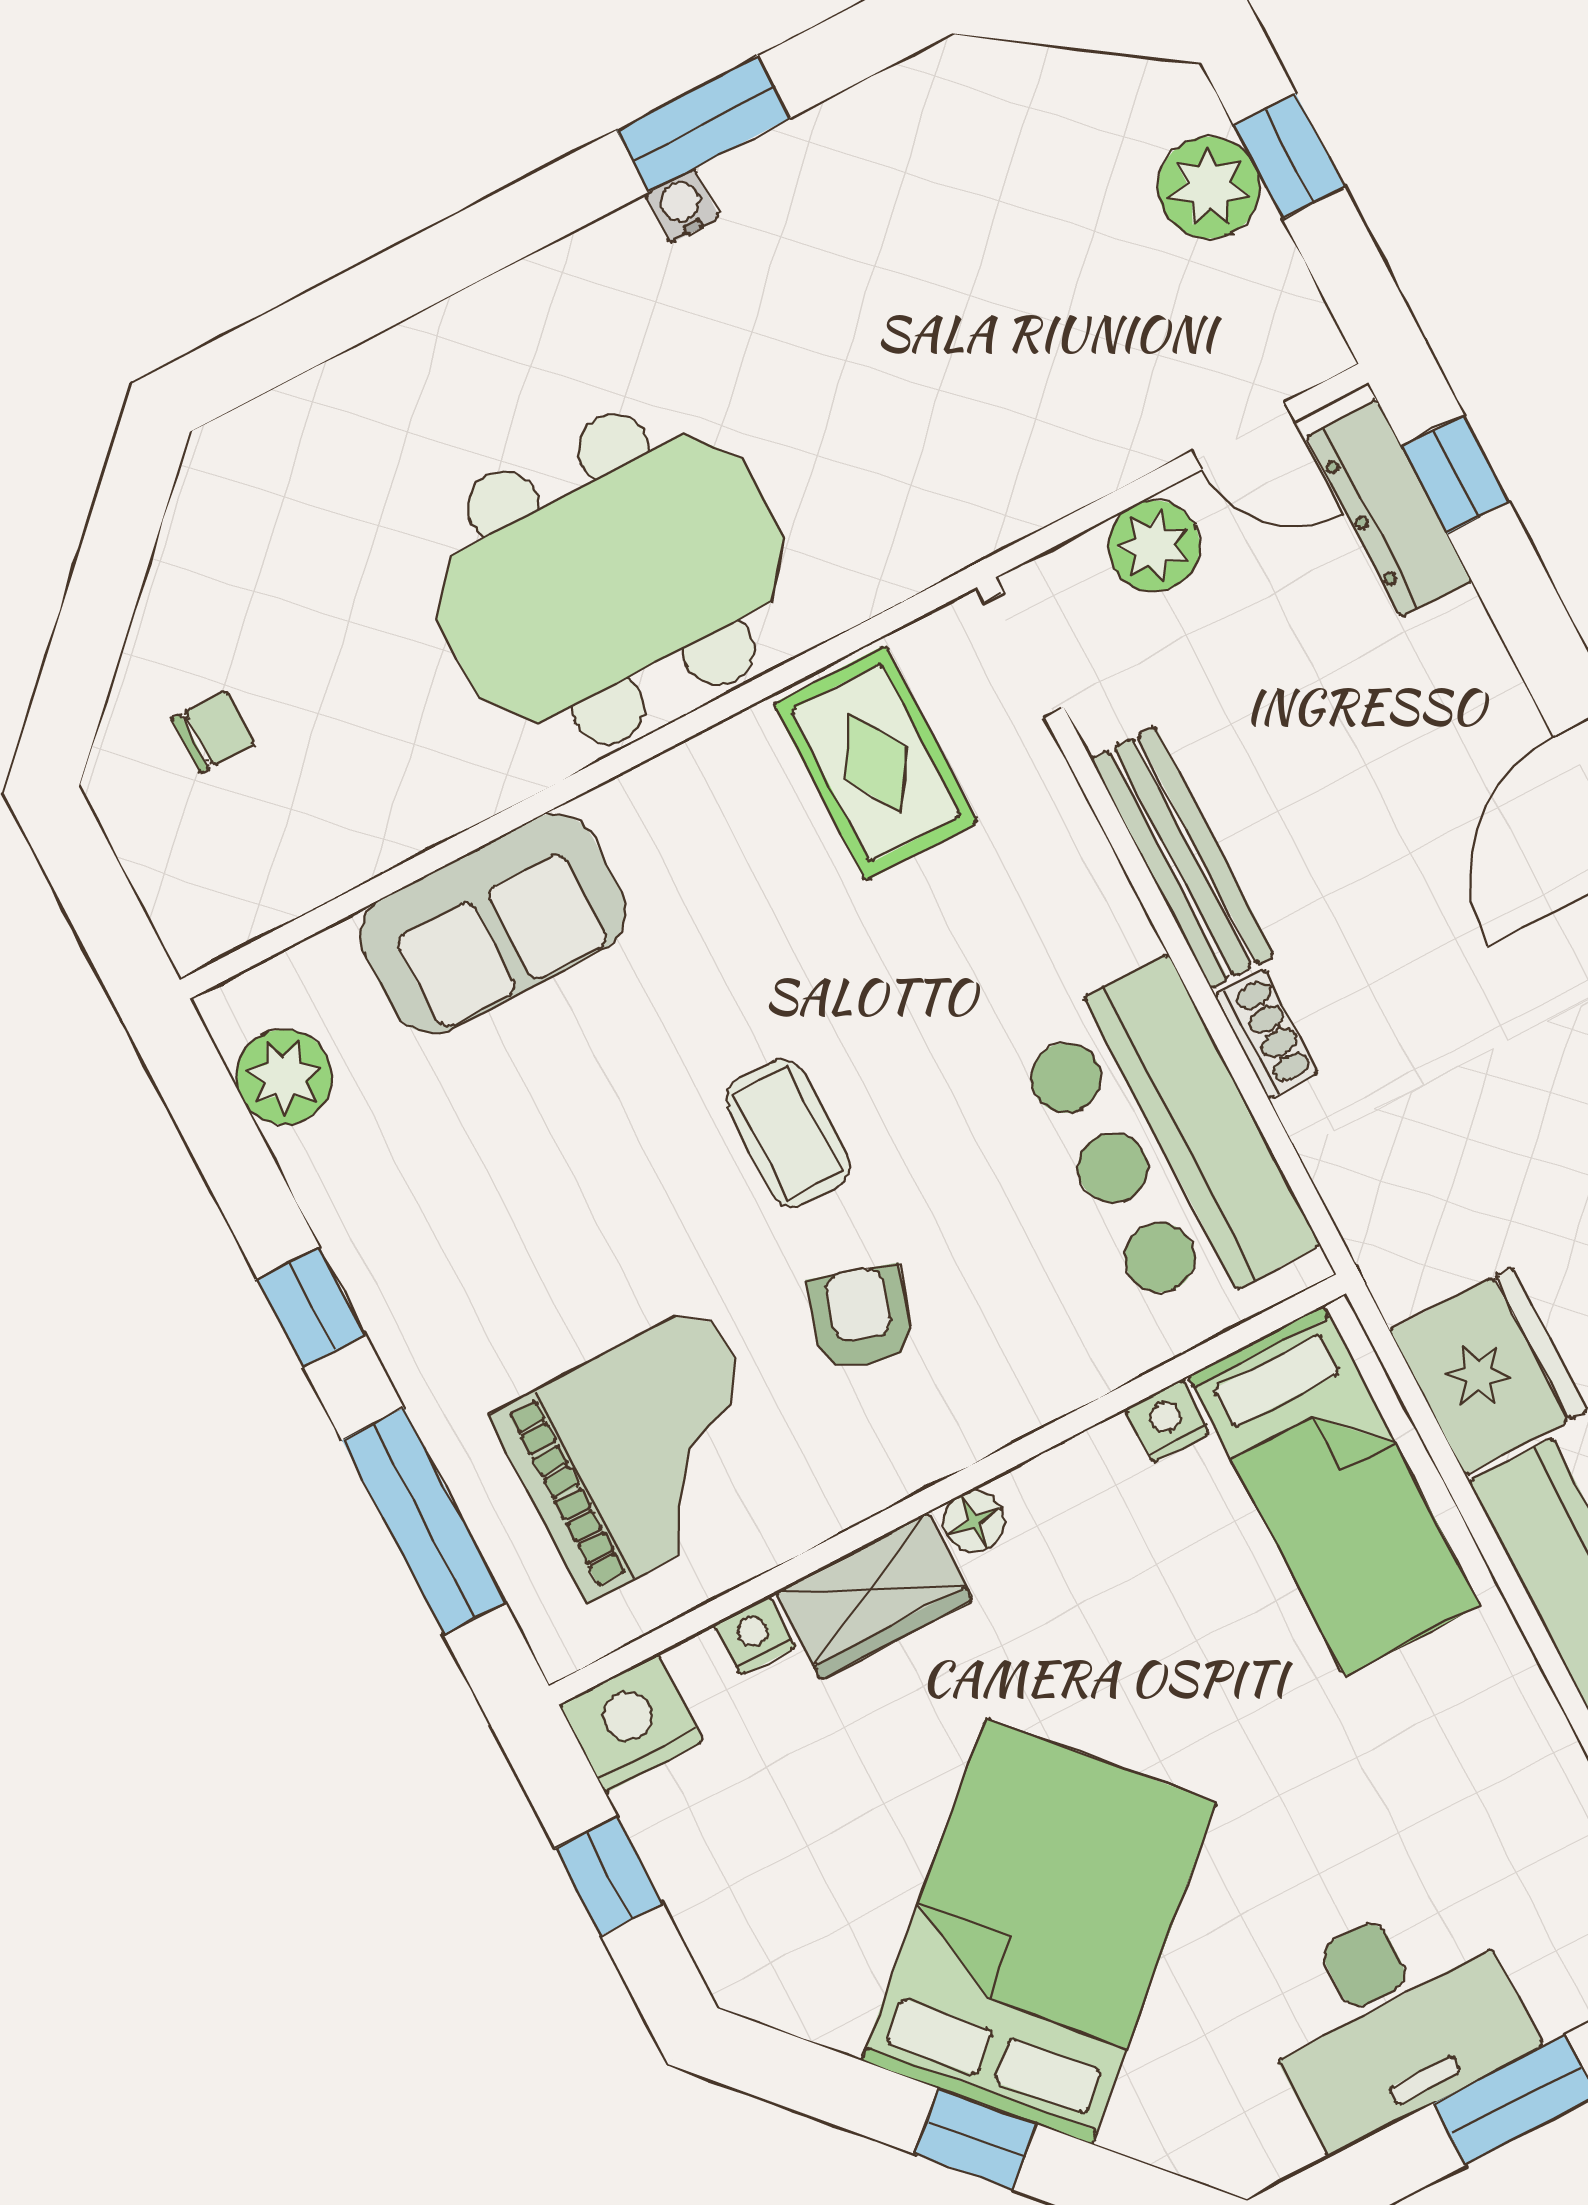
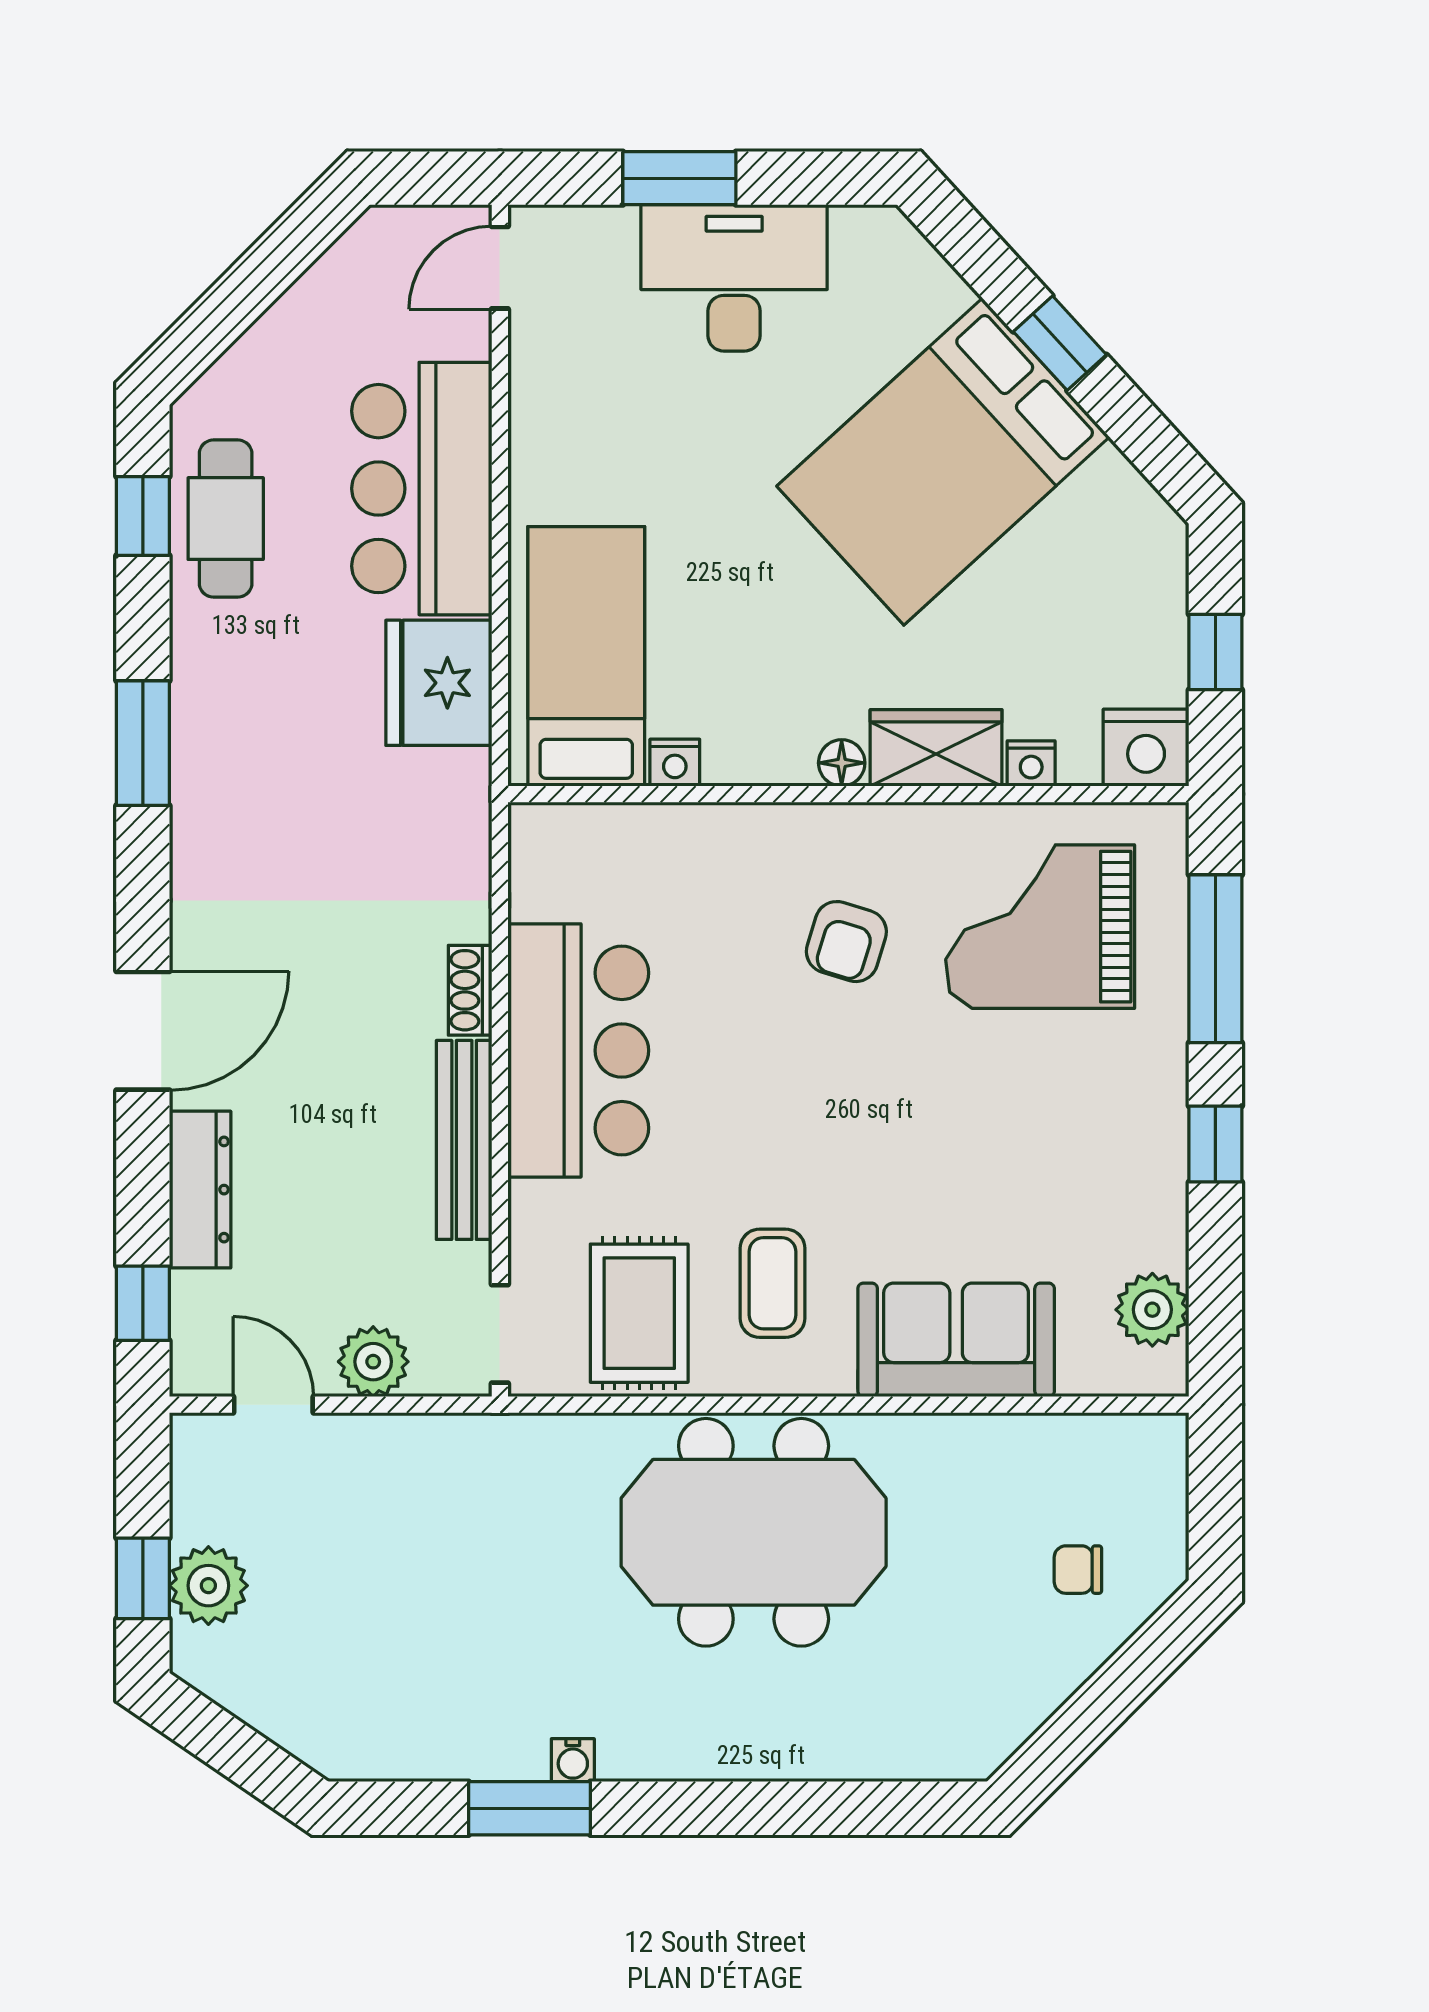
dresser: (1389, 508) -> (200, 1190), moved
coffee table: (788, 1133) -> (773, 1283), moved
bar counter: (1163, 1141) -> (578, 1050), moved

